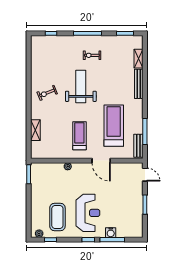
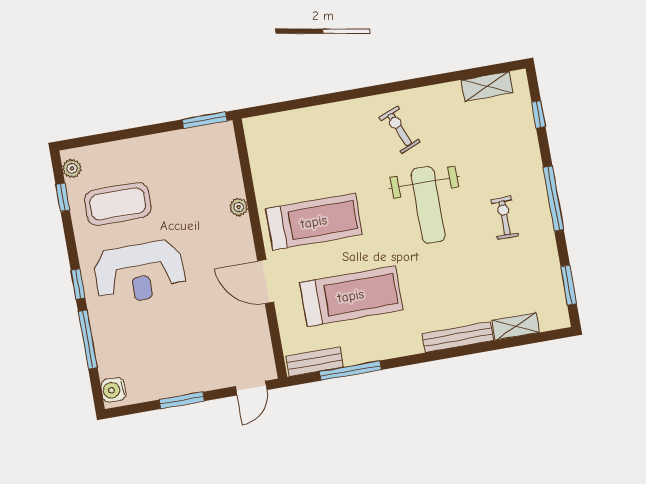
weight bench: (81, 86) -> (428, 205), turned 90
shelving: (35, 130) -> (487, 86), moved
treadmill: (79, 136) -> (314, 222), width x1.37, depth x1.38
door: (101, 161) -> (266, 281), hinge flipped
water cooler: (111, 233) -> (113, 390), moved

